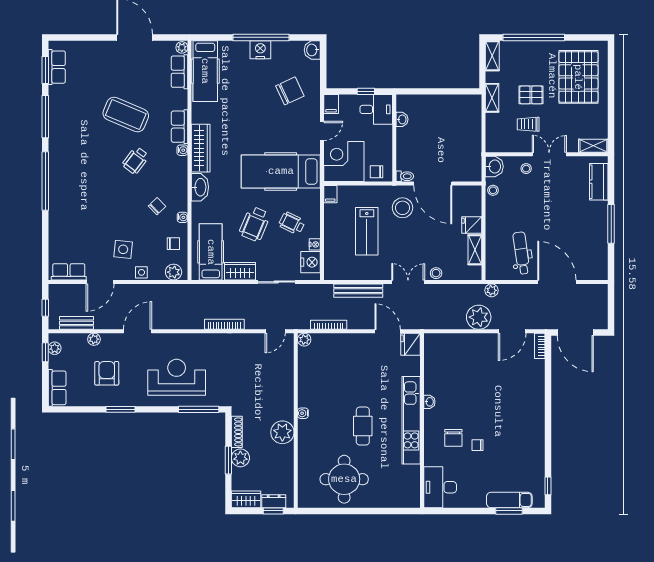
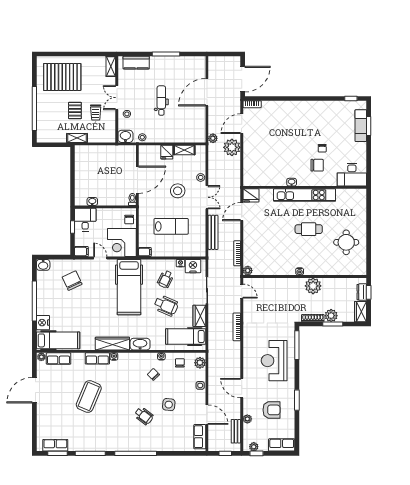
nightstand: (260, 50) -> (43, 323), moved
shelving: (492, 56) -> (47, 138), removed
wheelchair: (136, 160) -> (144, 416), moved
stool: (402, 208) -> (178, 191), moved
side table: (123, 249) -> (169, 405), moved
dental chair: (521, 253) -> (161, 100), moved, turned 98
double door: (408, 282) -> (207, 197), swing flipped
door: (512, 331) -> (242, 124), swing flipped
armchair: (107, 373) -> (271, 410), turned 180
round table: (344, 479) -> (346, 242), width x0.73, depth x0.73

